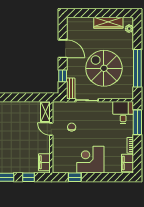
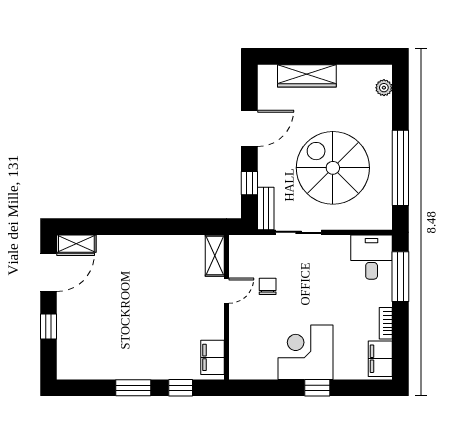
wardrobe: (108, 23) -> (307, 76), moved
door: (63, 49) -> (249, 128), hinge flipped
door: (51, 129) -> (226, 291), swing flipped
window: (75, 177) -> (317, 388), moved

